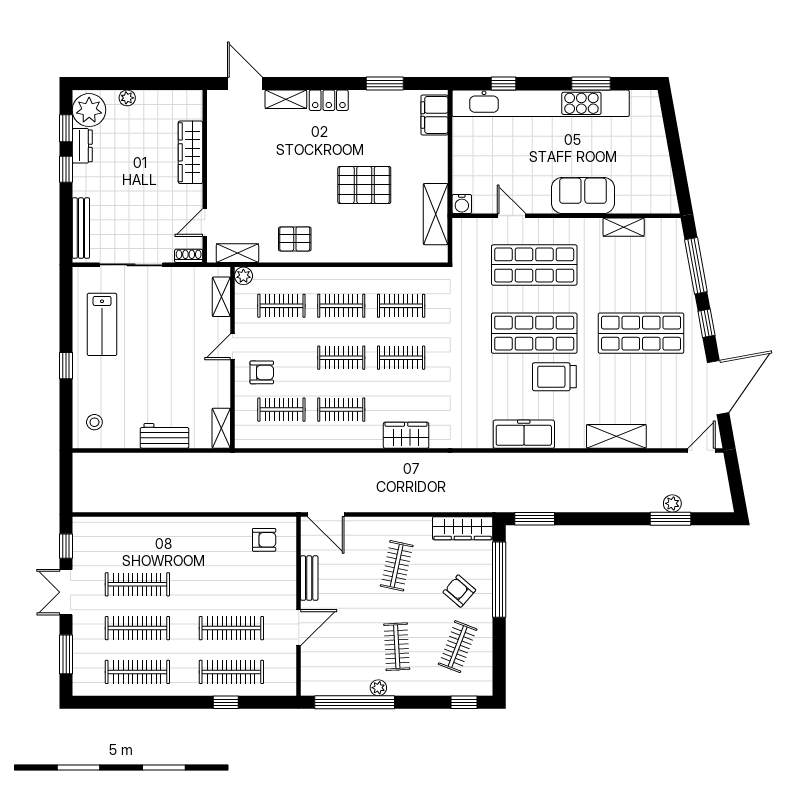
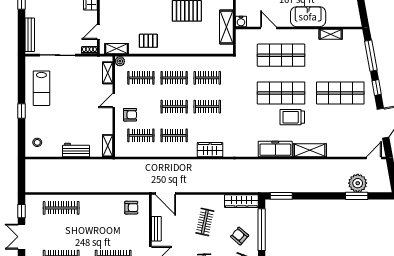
shelving: (616, 436) -> (310, 150), moved
plant: (672, 503) -> (358, 183), width x1.87, depth x1.87
clothes rail: (137, 584) -> (61, 208), moved

